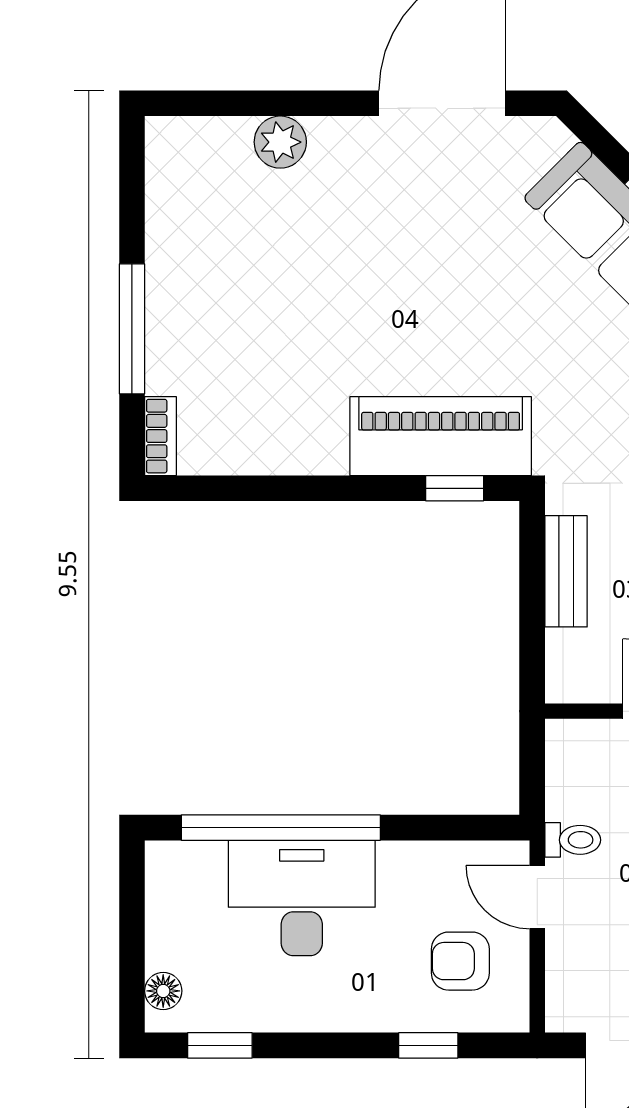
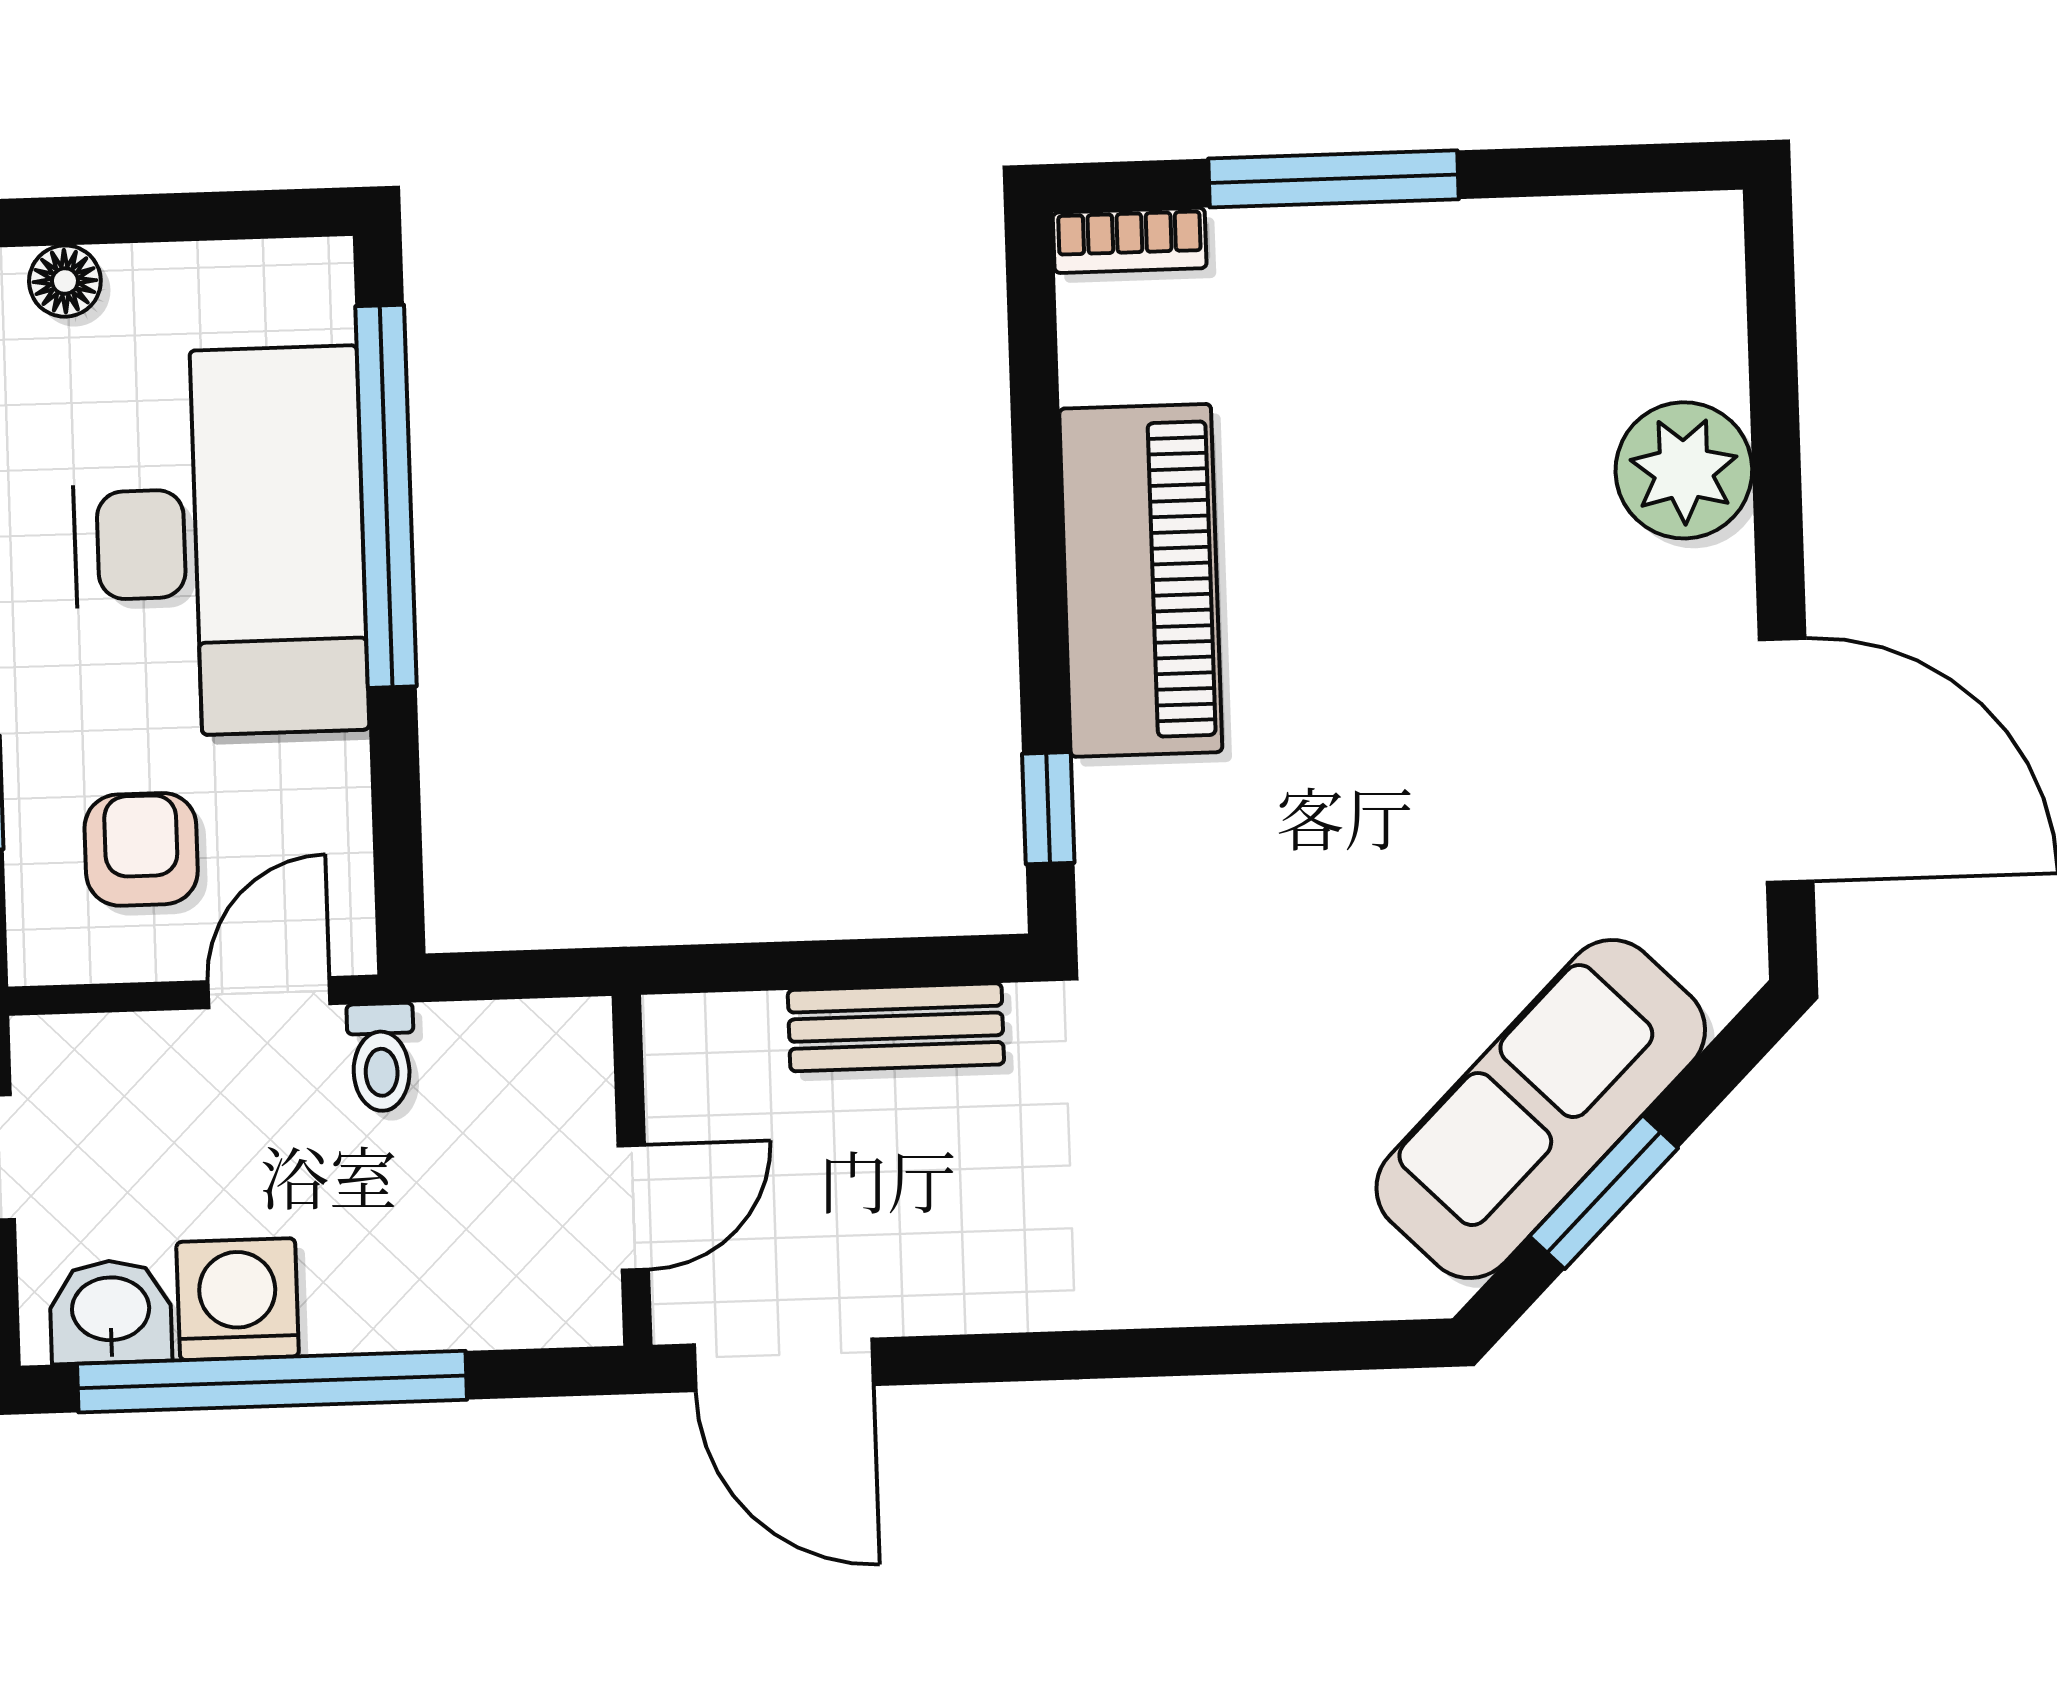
plant: (280, 142) -> (1684, 470), width x1.36, depth x1.36
piano: (441, 436) -> (1141, 580), moved
desk: (302, 898) -> (219, 542), width x1.36, depth x1.30

